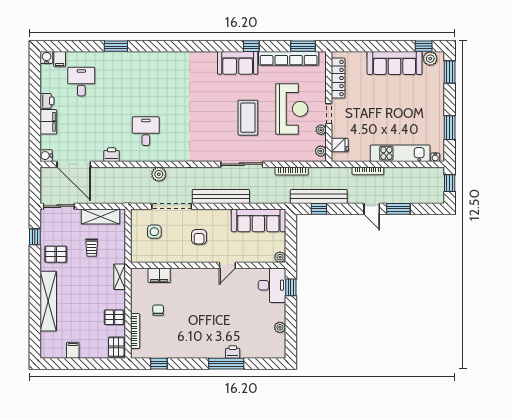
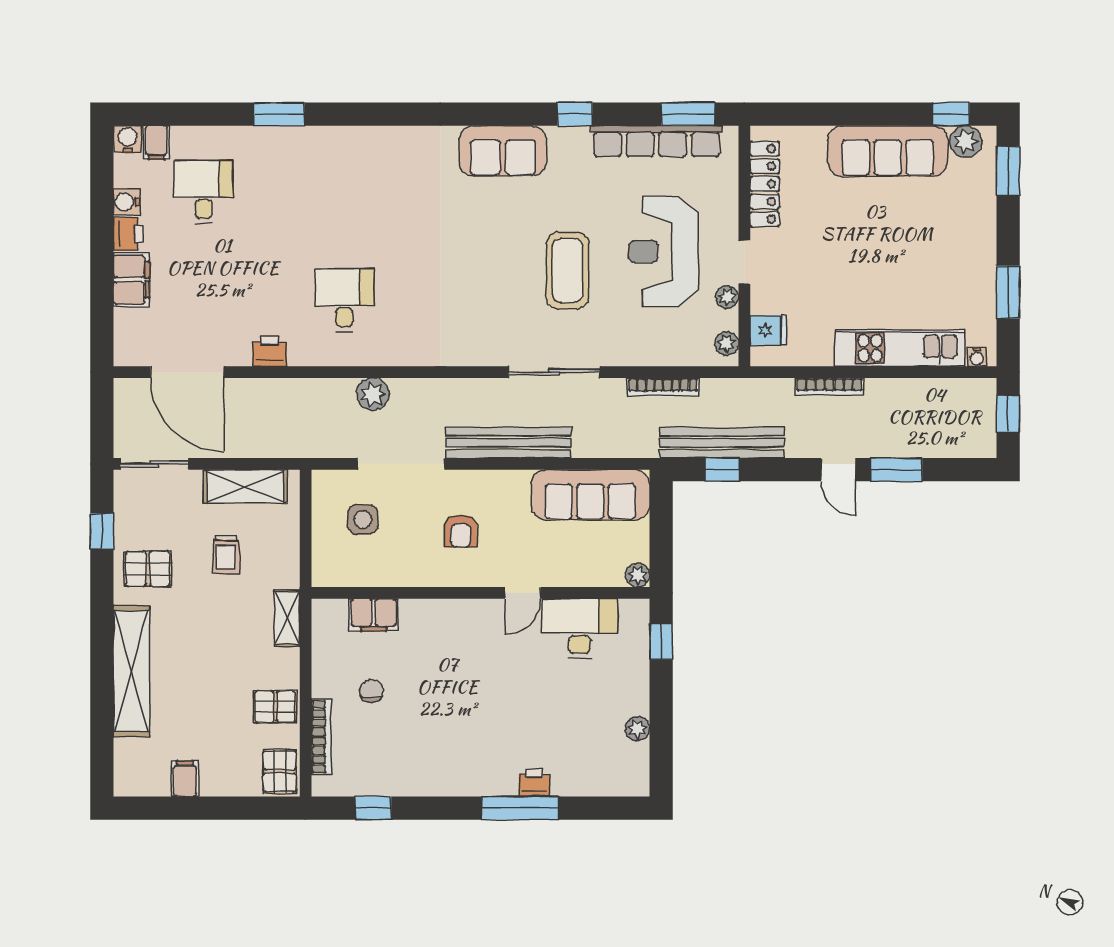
sofa: (238, 63) -> (503, 151), moved
reception desk: (292, 109) -> (663, 251), turned 180
water cooler: (46, 156) -> (127, 202), moved
desk: (272, 285) -> (579, 628), moved, turned -90

